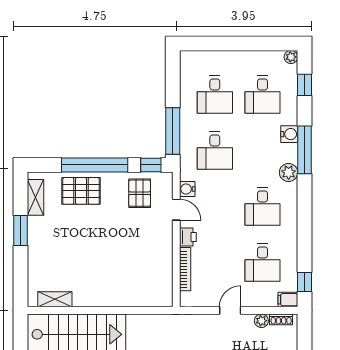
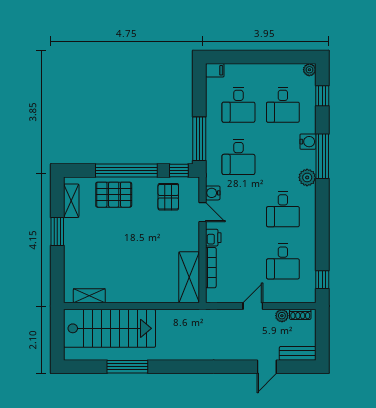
shelving: (162, 280) -> (189, 277), added
filing cabinet: (288, 300) -> (215, 70), moved, turned 180

